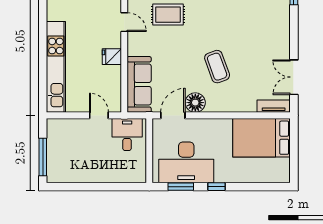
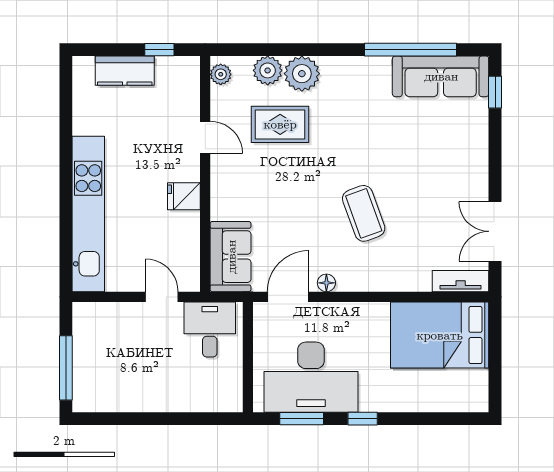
sofa: (139, 84) -> (231, 257), width x0.73
floor lamp: (195, 103) -> (326, 283), width x0.53, depth x0.53

